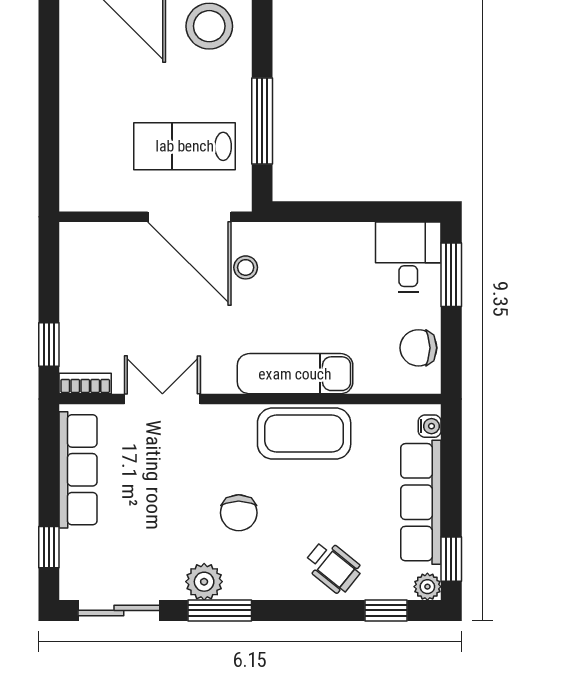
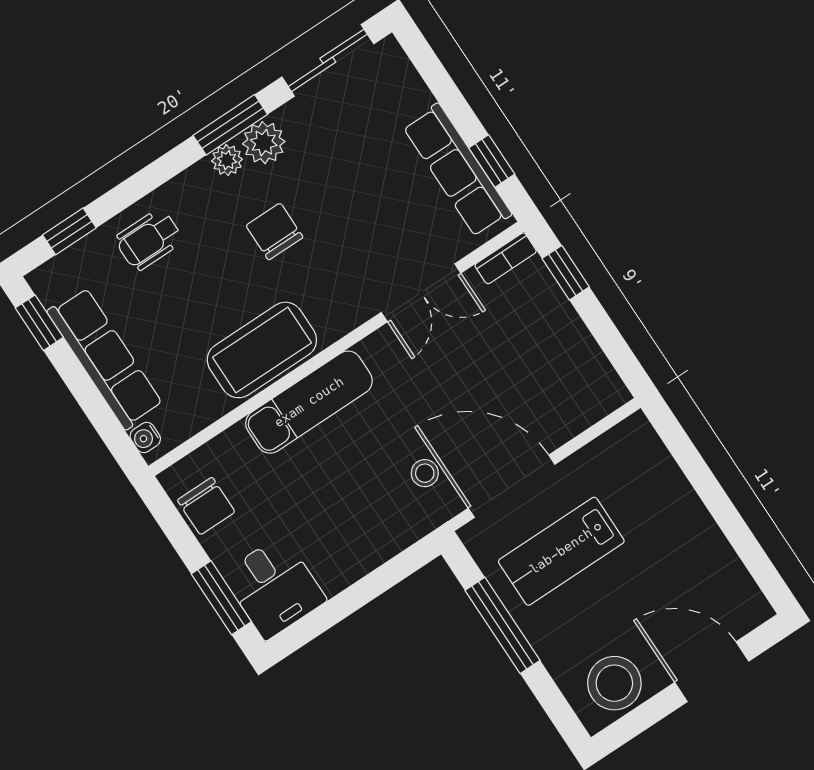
lab bench: (185, 146) -> (561, 551), turned 180
chair: (418, 348) -> (206, 506), turned 90
window: (49, 547) -> (492, 161), moved
wheelchair: (333, 567) -> (149, 240), turned -39
plant: (427, 587) -> (227, 160), moved

